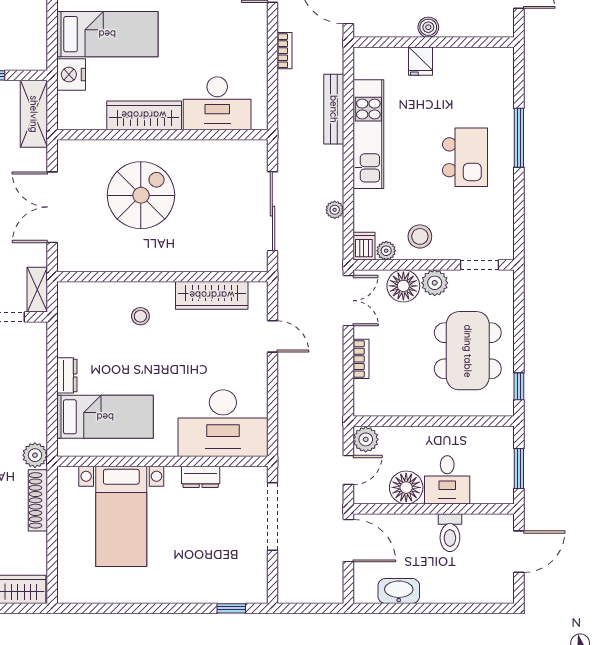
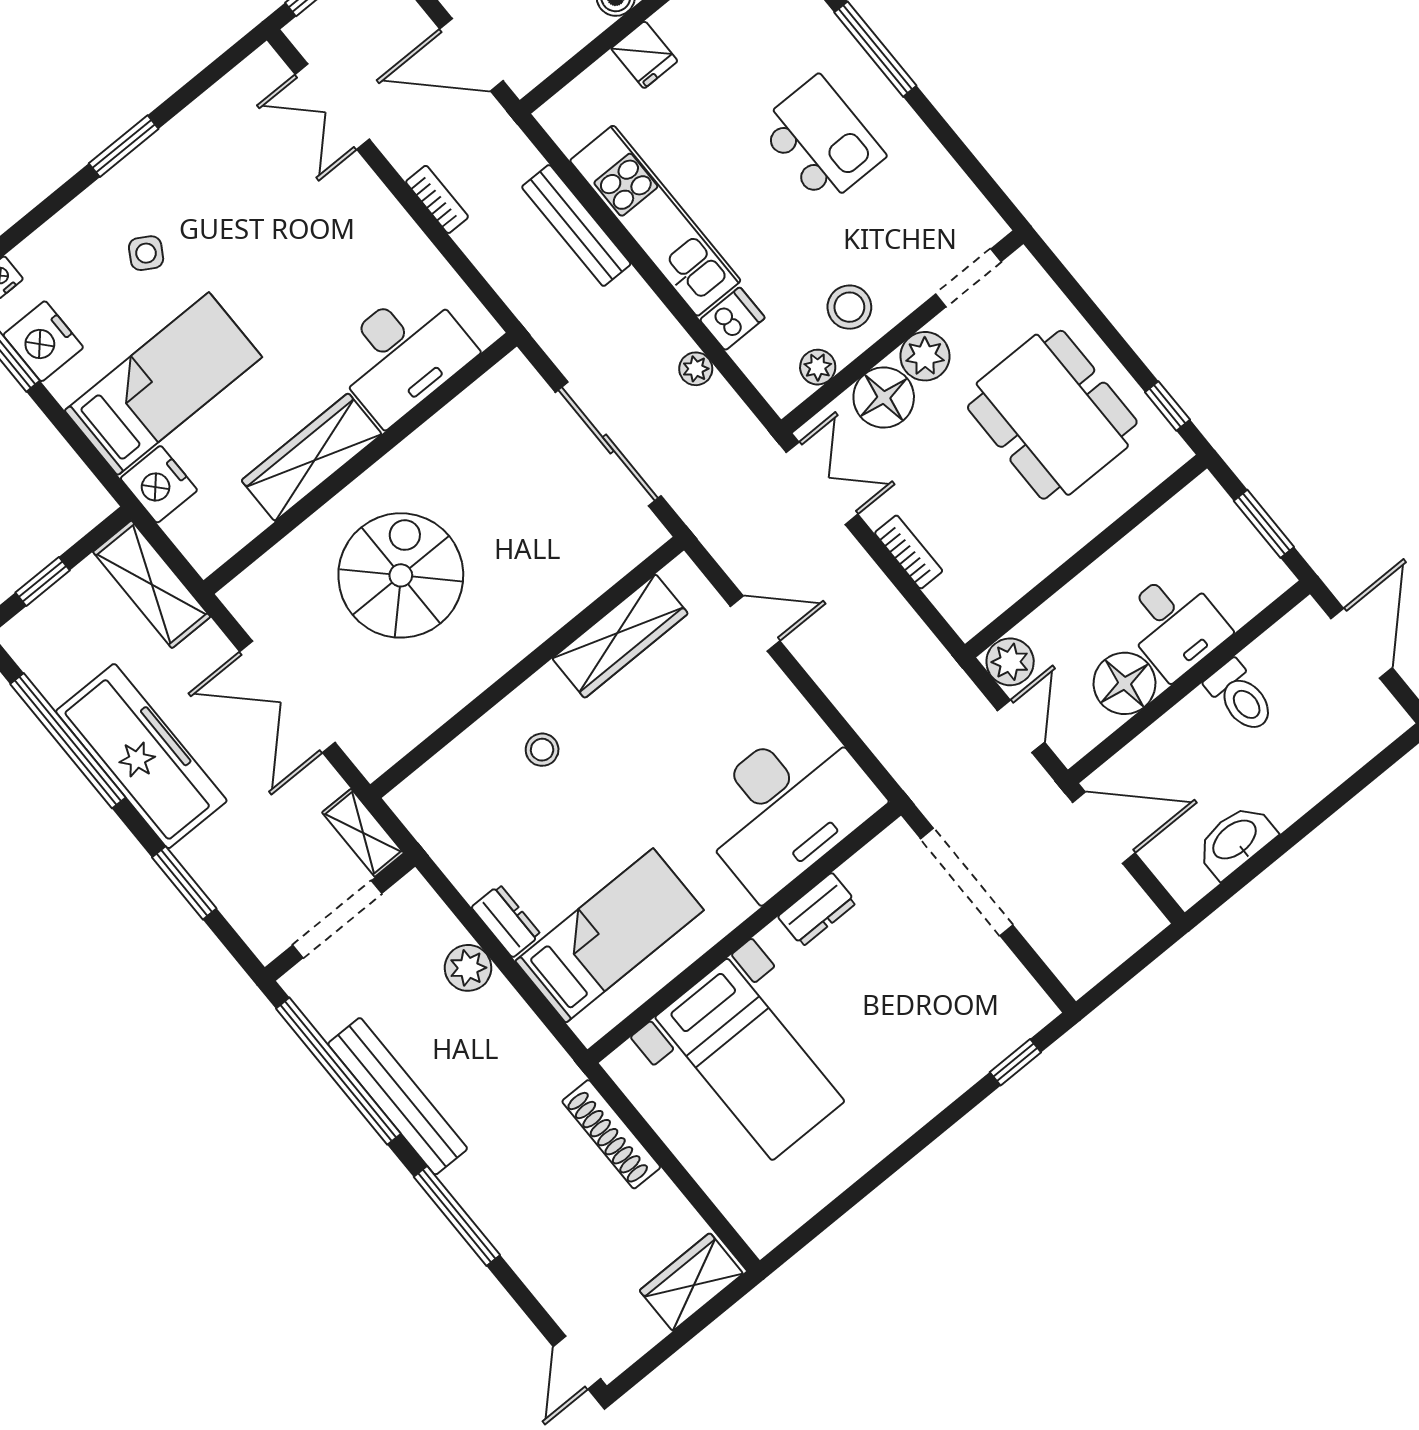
dishwasher: (364, 246) -> (732, 319), moved, turned 90
plant: (35, 455) -> (468, 968), moved

